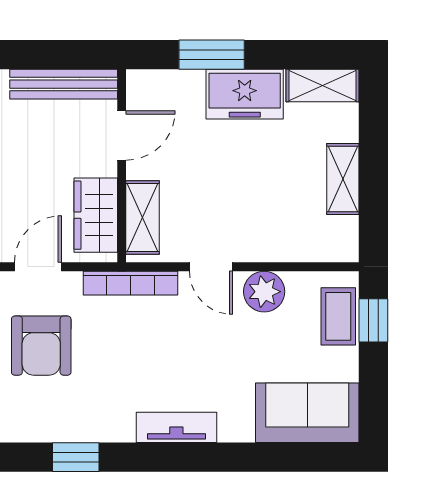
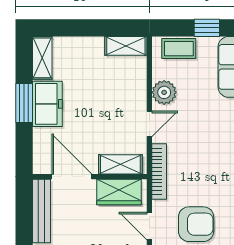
window: (212, 55) -> (24, 103), moved
door: (122, 135) -> (72, 177), width x1.38
shelving: (343, 179) -> (126, 46), moved
window: (373, 320) -> (207, 28), moved

